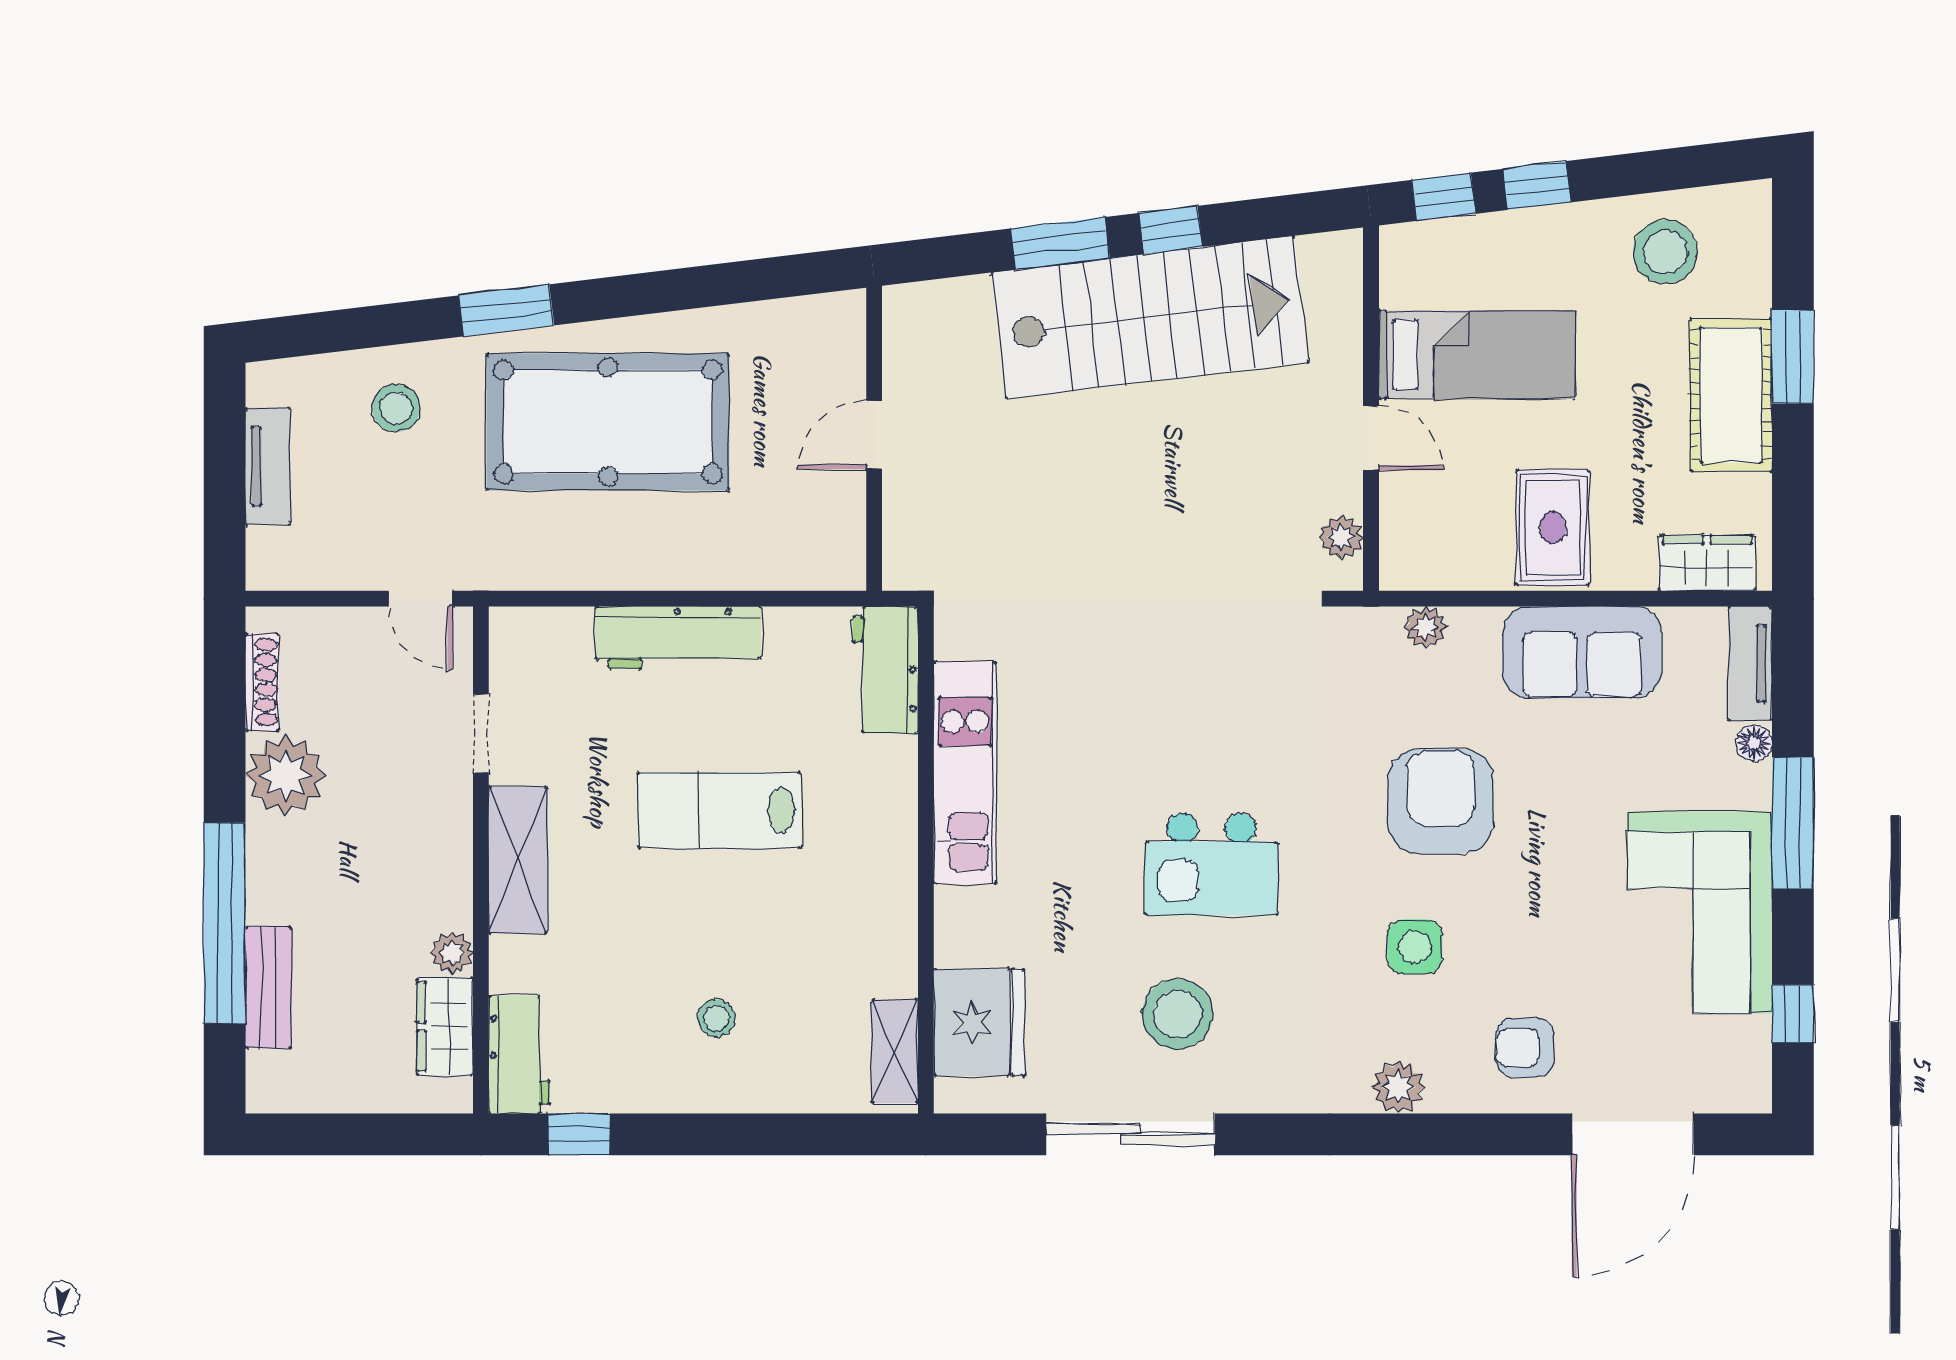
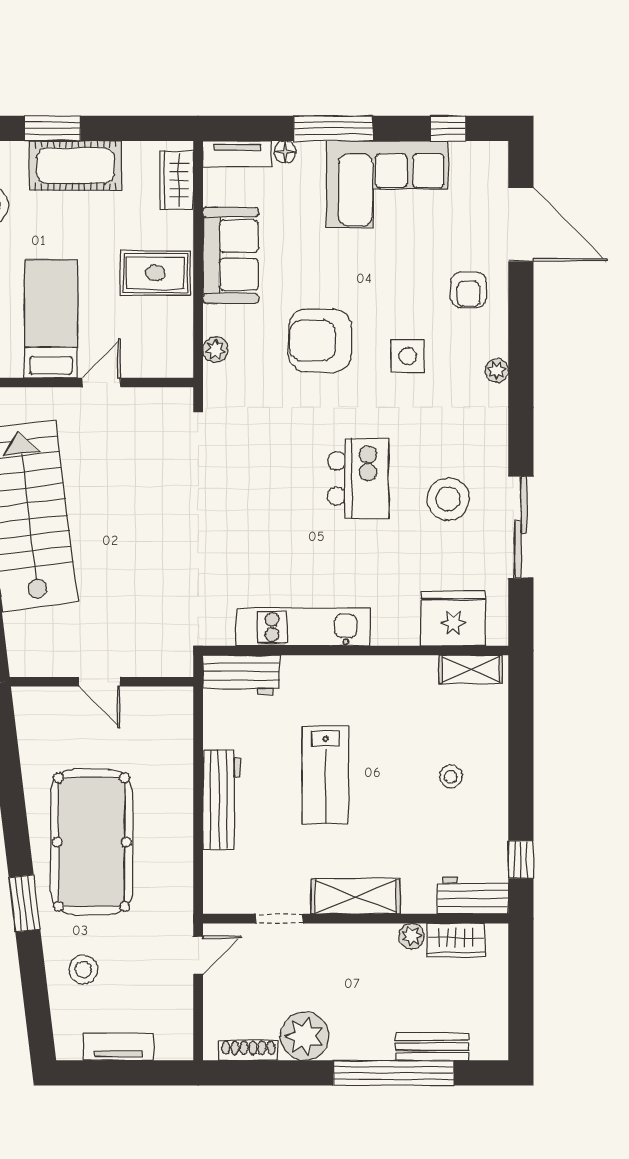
plant: (1341, 537) -> (161, 400), removed
plant: (1398, 1087) -> (497, 370), width x0.73, depth x0.73

